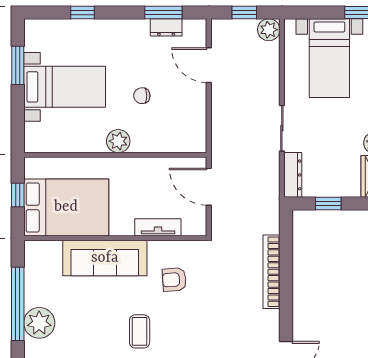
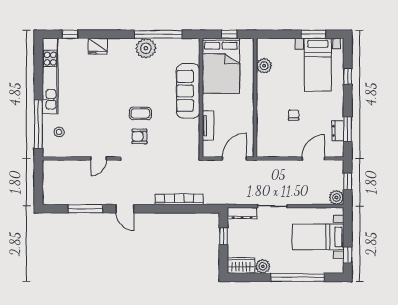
bed with nightstands: (65, 87) -> (318, 65), moved
plant: (118, 141) -> (264, 66), moved
armchair: (174, 280) -> (139, 136), moved, turned -86

